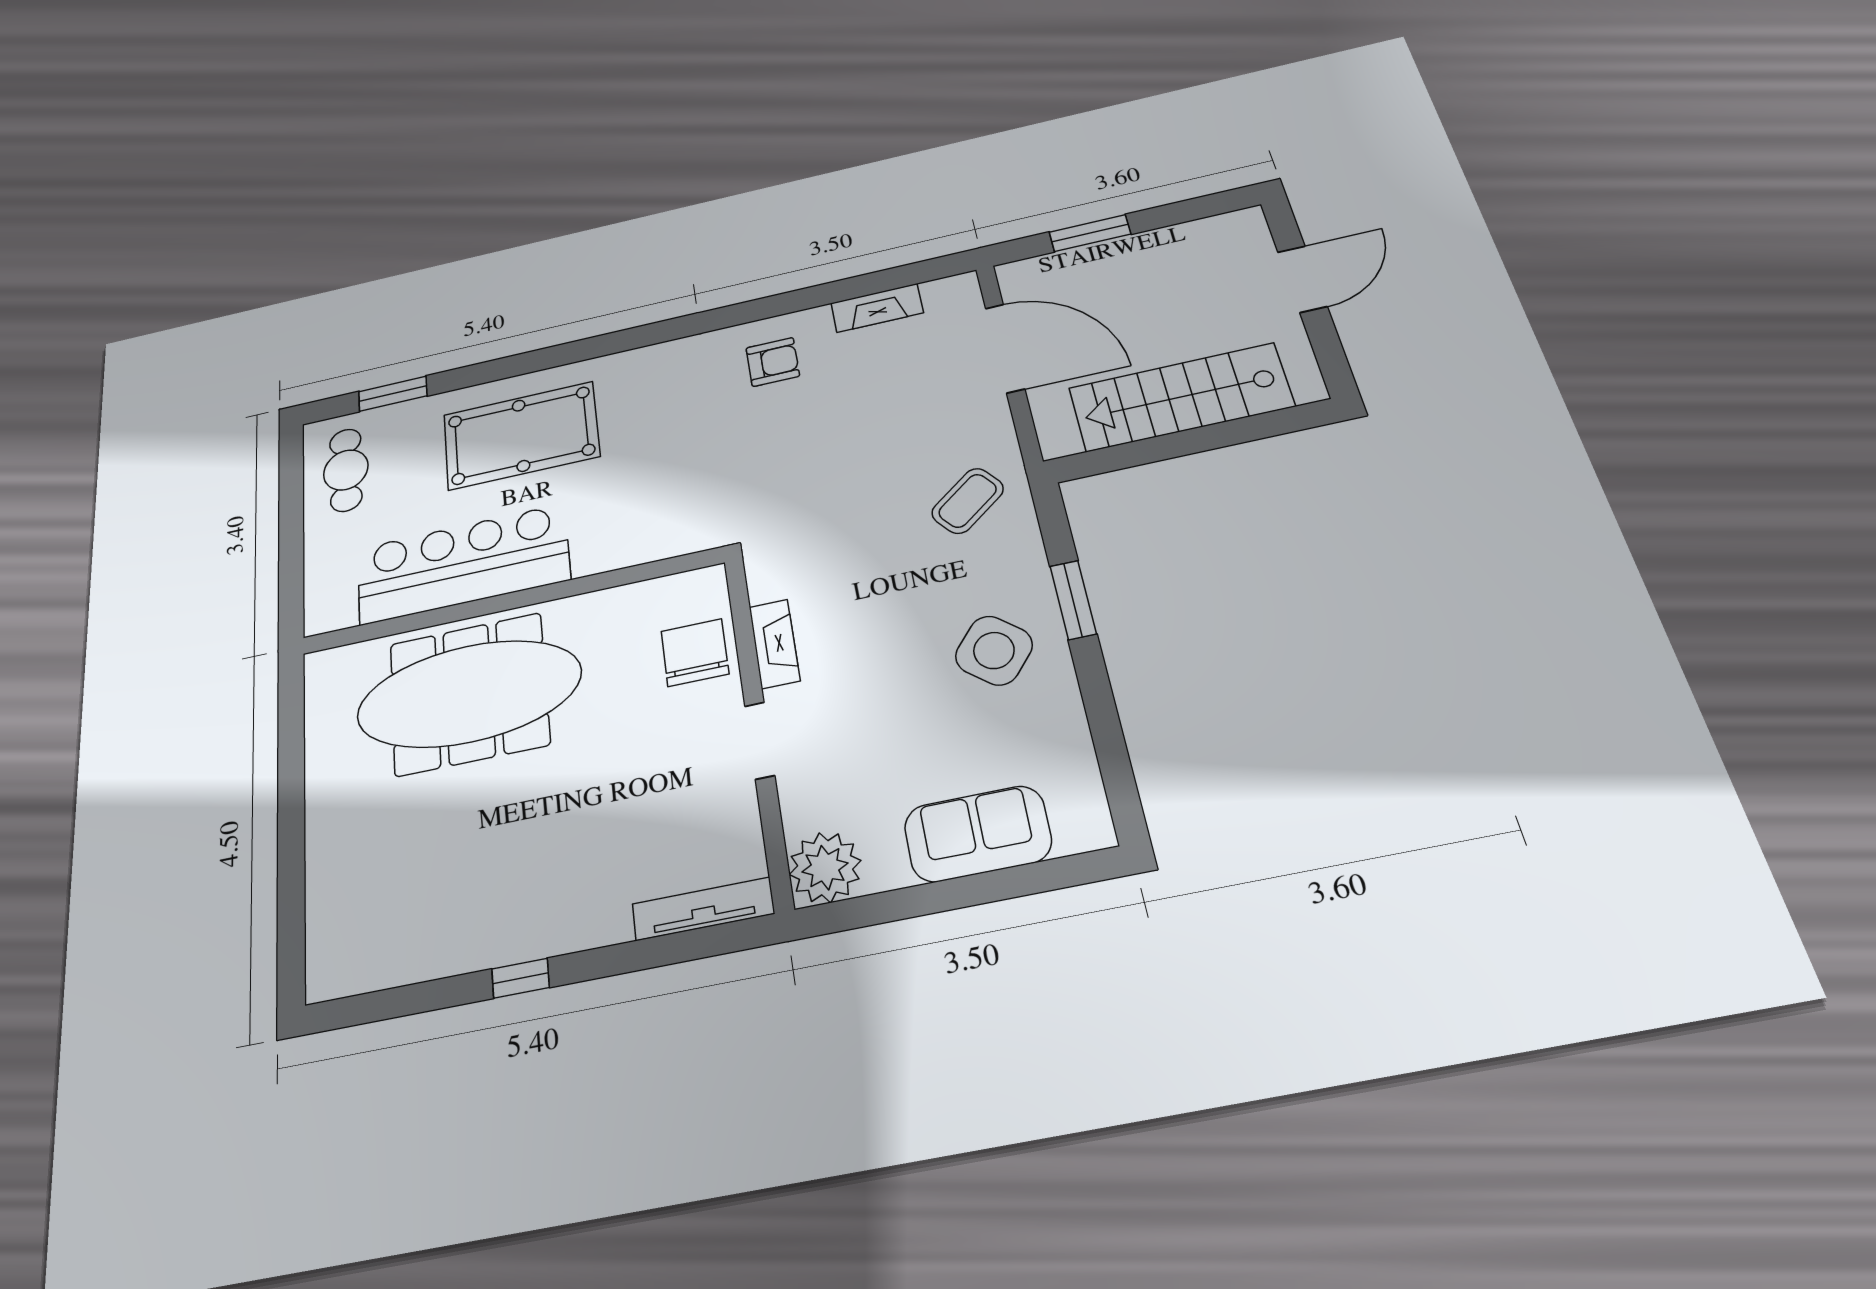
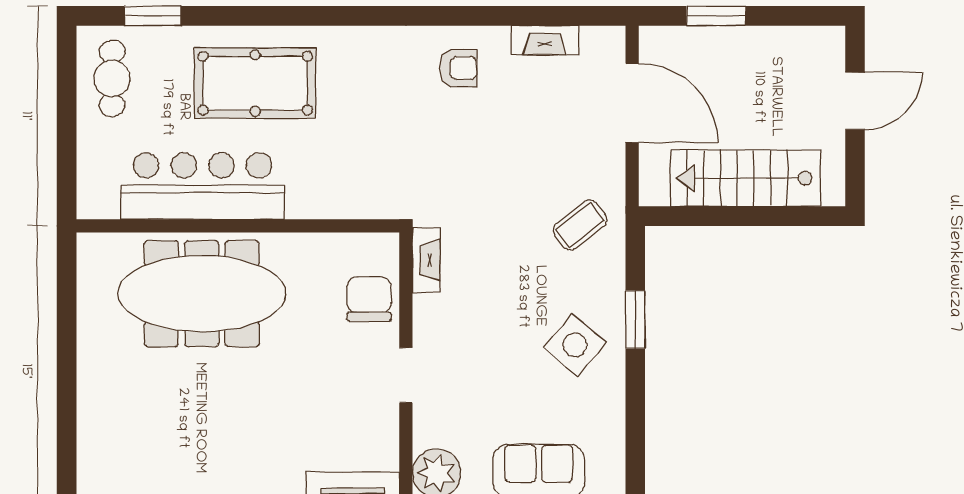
fireplace: (775, 644) -> (426, 260), moved

